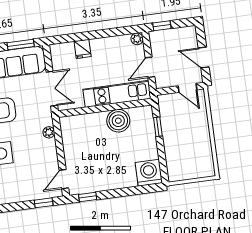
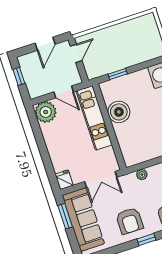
window: (162, 26) -> (19, 76), moved
plant: (137, 39) -> (46, 112), width x1.87, depth x1.87
fridge: (83, 49) -> (64, 180), moved, turned -90
double door: (52, 89) -> (101, 179), swing flipped

